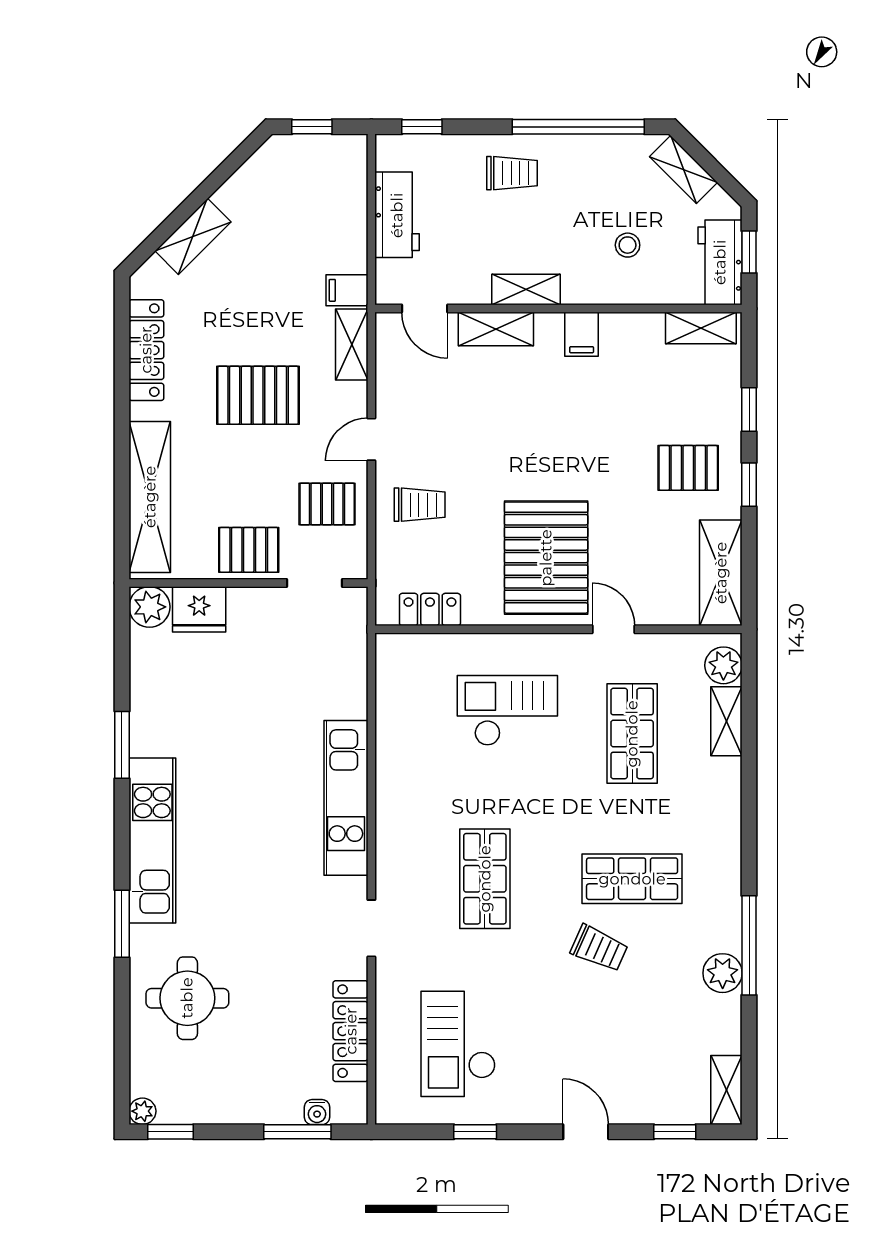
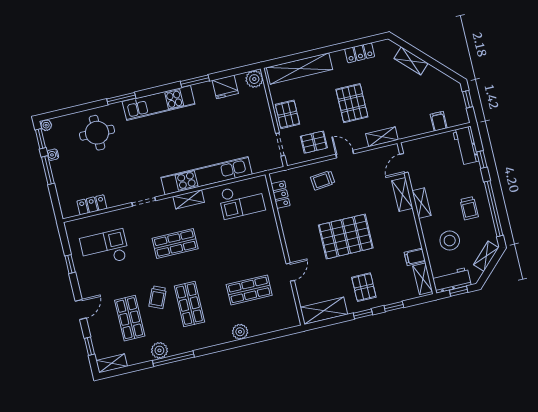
window: (422, 127) -> (482, 160), moved
trolley: (512, 173) -> (469, 208), moved
workbench: (397, 215) -> (466, 146), moved, turned 90
stool: (628, 245) -> (450, 241), width x1.89, depth x1.89
filing cabinet: (347, 290) -> (439, 121), moved
filing cabinet: (582, 334) -> (415, 257), moved
locker: (146, 350) -> (360, 53), width x0.66
pallet: (327, 504) -> (314, 142), turned 90
trolley: (420, 505) -> (323, 180), turned 84
pallet: (546, 558) -> (346, 237), moved
fridge: (199, 609) -> (225, 87), moved, turned -90
plant: (723, 665) -> (240, 332), moved
checkout: (507, 710) -> (242, 201), moved, turned 90
shelving: (726, 721) -> (189, 199), moved
kitchen unit: (346, 798) -> (206, 176), width x1.36
shop shelf: (632, 1024) -> (130, 318), added
locker: (351, 1031) -> (92, 205), width x0.66
water cooler: (317, 1112) -> (53, 155), moved
window: (297, 1132) -> (48, 170), moved

